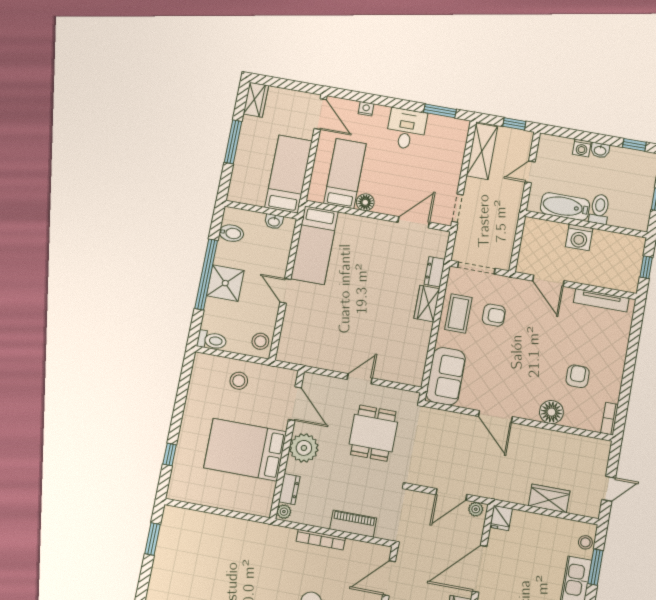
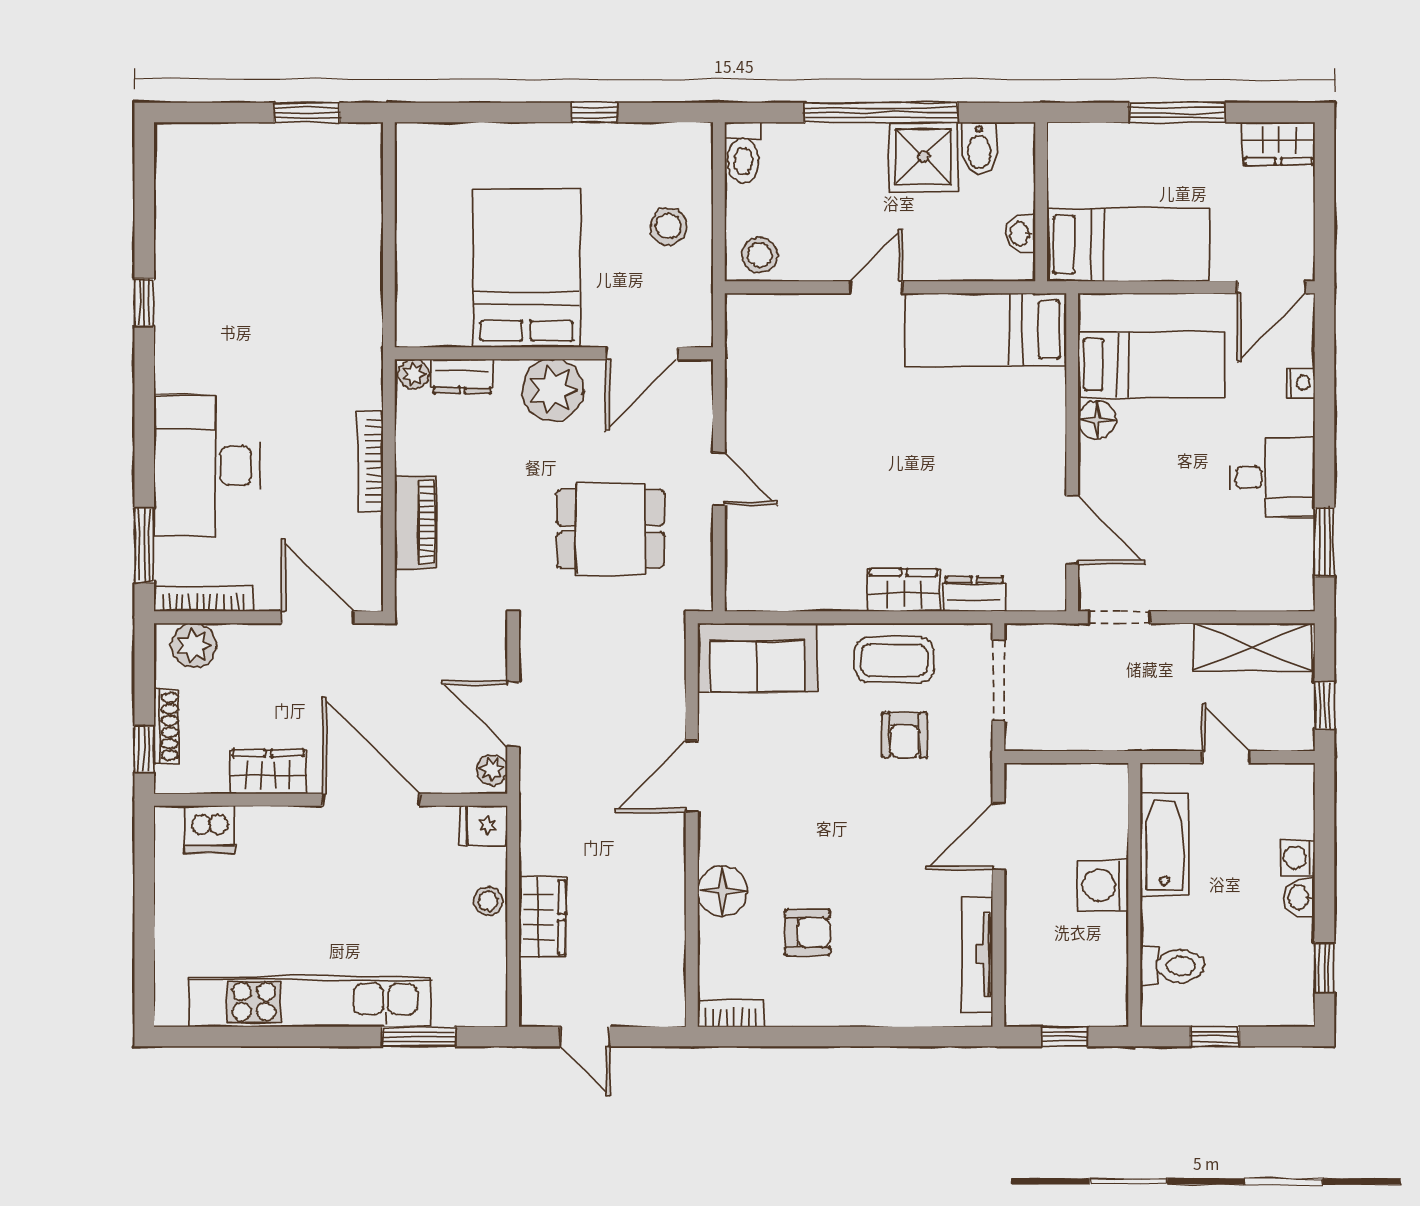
toilet: (600, 209) -> (1172, 966), moved
shower: (225, 283) -> (923, 157), moved
window: (170, 455) -> (595, 112), moved
stool: (585, 542) -> (488, 901), moved

